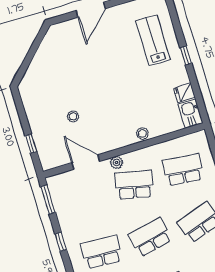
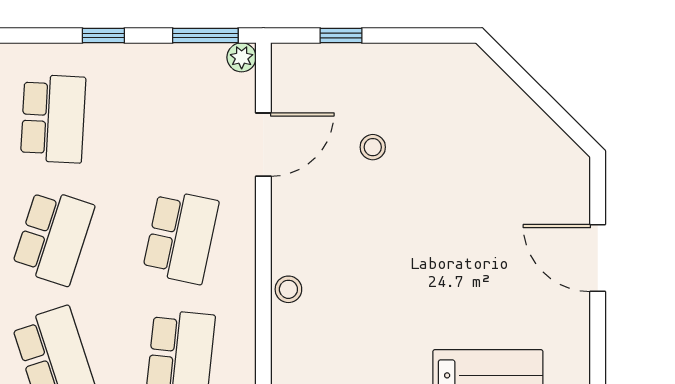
plant: (117, 162) -> (242, 57), moved
school desk: (150, 237) -> (53, 237), turned 30

